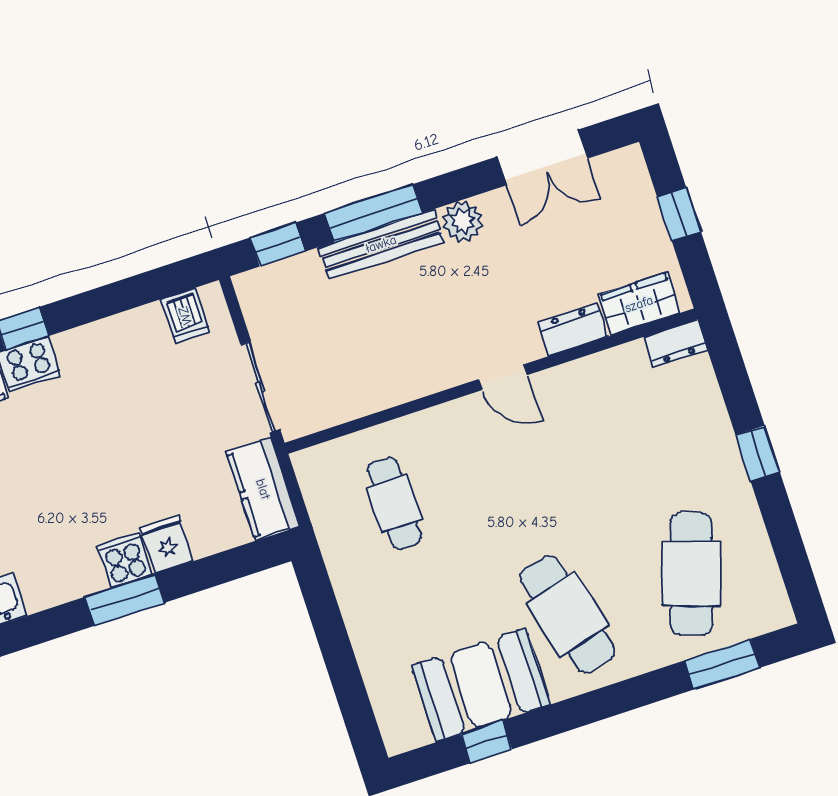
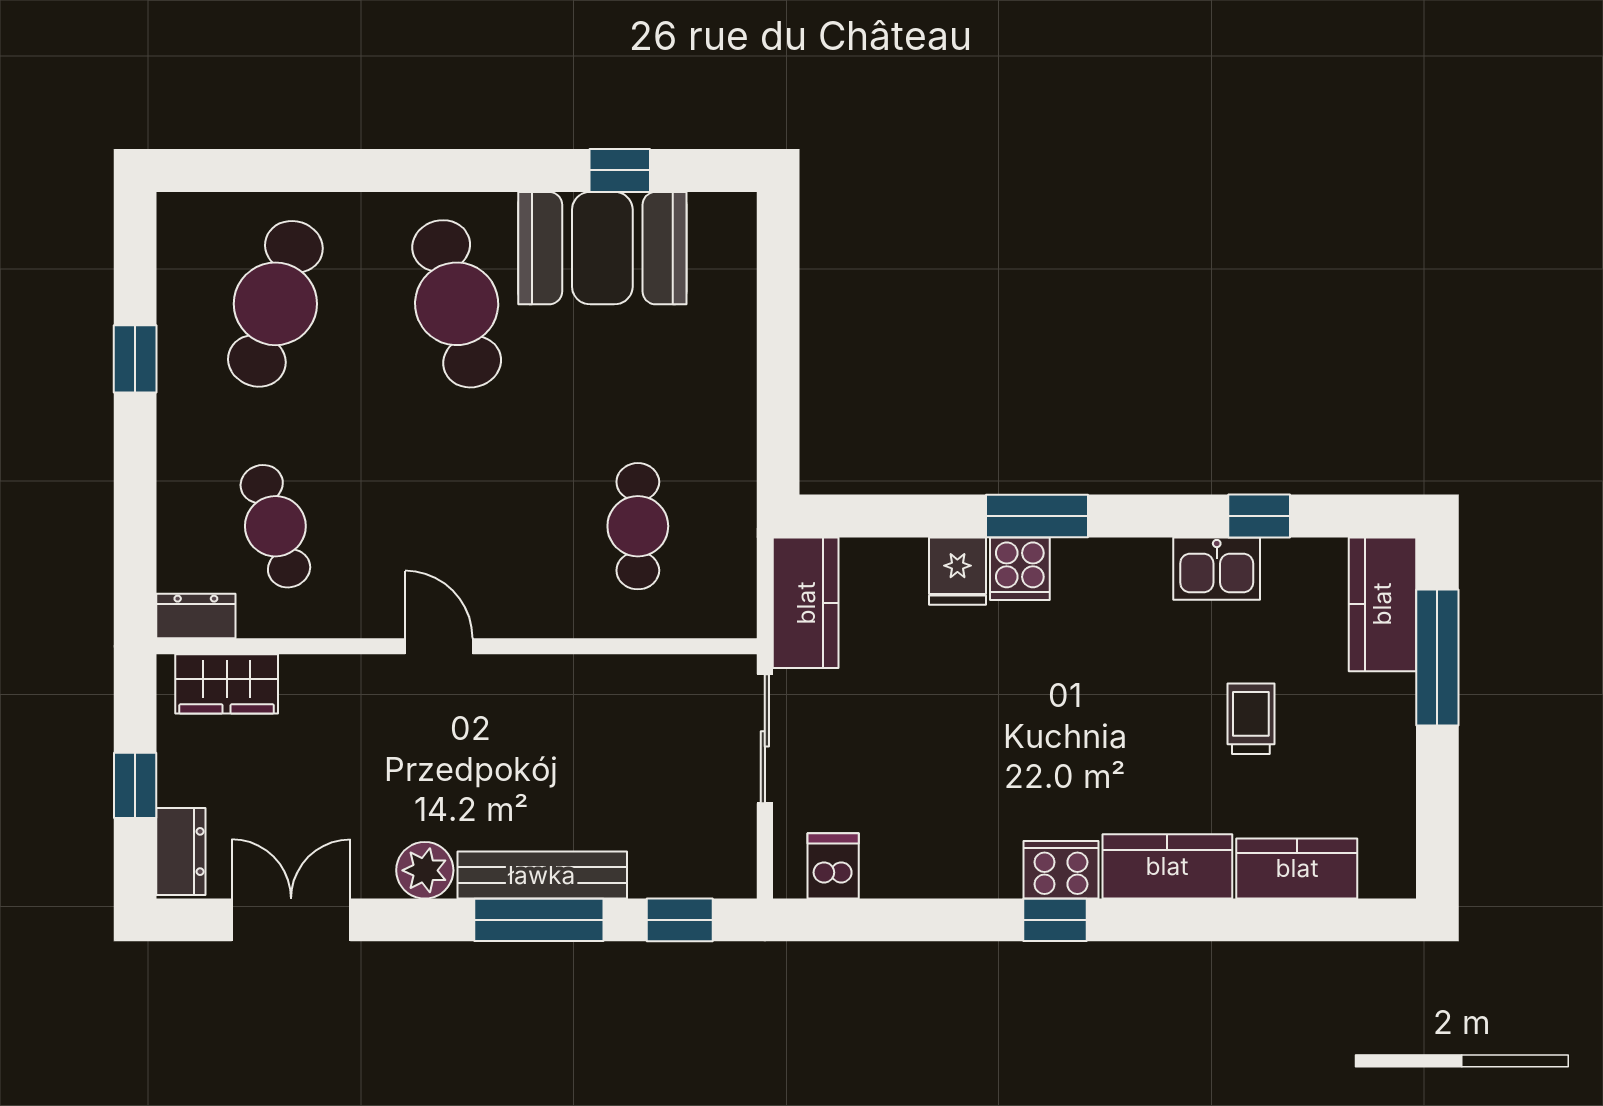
dresser: (573, 330) -> (181, 852), moved, turned -90
cafe table: (641, 422) -> (275, 526), added
window: (758, 453) -> (135, 359), moved
window: (722, 664) -> (274, 170), removed

